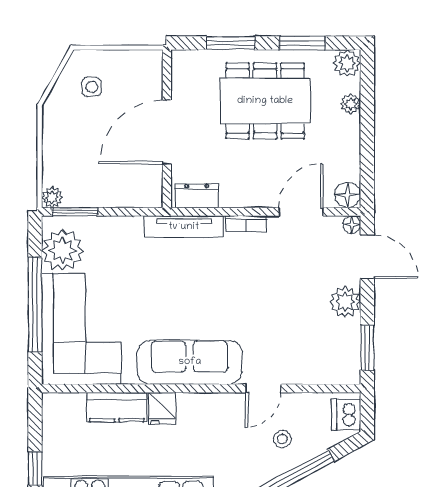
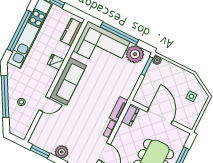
tv unit: (184, 227) -> (119, 109), width x0.71
door: (263, 388) -> (44, 104), swing flipped
kitchen counter: (117, 407) -> (71, 32), moved
dishwasher: (346, 415) -> (19, 131), removed

